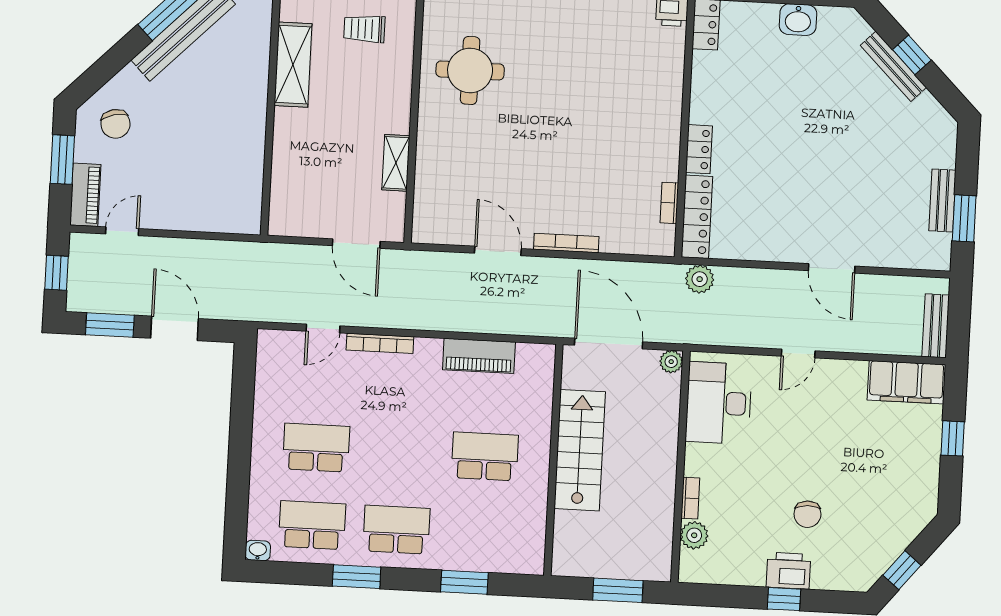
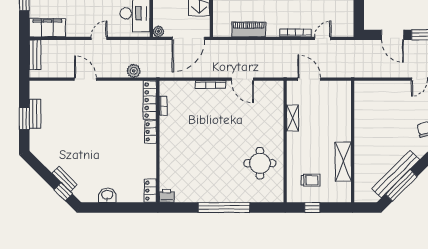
window: (912, 55) -> (63, 192), moved
bench: (893, 66) -> (65, 179), width x0.73
window: (964, 218) -> (24, 118), moved
plant: (700, 279) -> (134, 71), moved
door: (609, 344) -> (188, 38), hinge flipped

